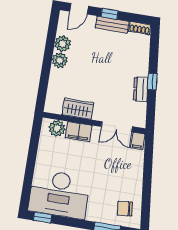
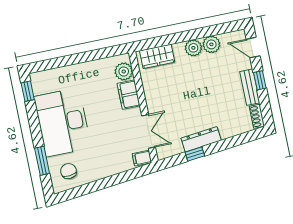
window: (152, 82) -> (195, 154), moved
dresser: (141, 89) -> (201, 139), width x1.44
wardrobe: (78, 109) -> (157, 56), moved, turned 90
double door: (117, 127) -> (148, 131), swing flipped
desk: (59, 194) -> (63, 122), moved

